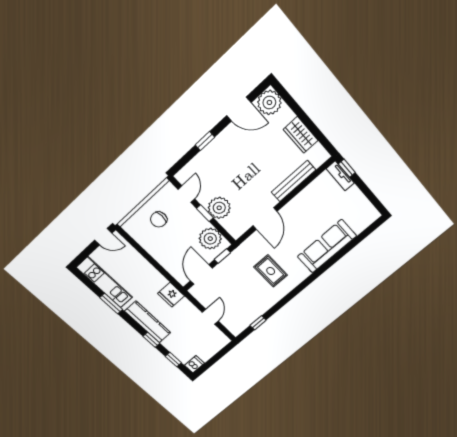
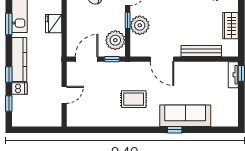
door: (265, 219) -> (162, 59), hinge flipped
rug: (271, 271) -> (134, 99), turned 90
fridge: (171, 295) -> (54, 24), moved
window: (258, 323) -> (175, 130), moved
dishwasher: (194, 364) -> (20, 89), moved

